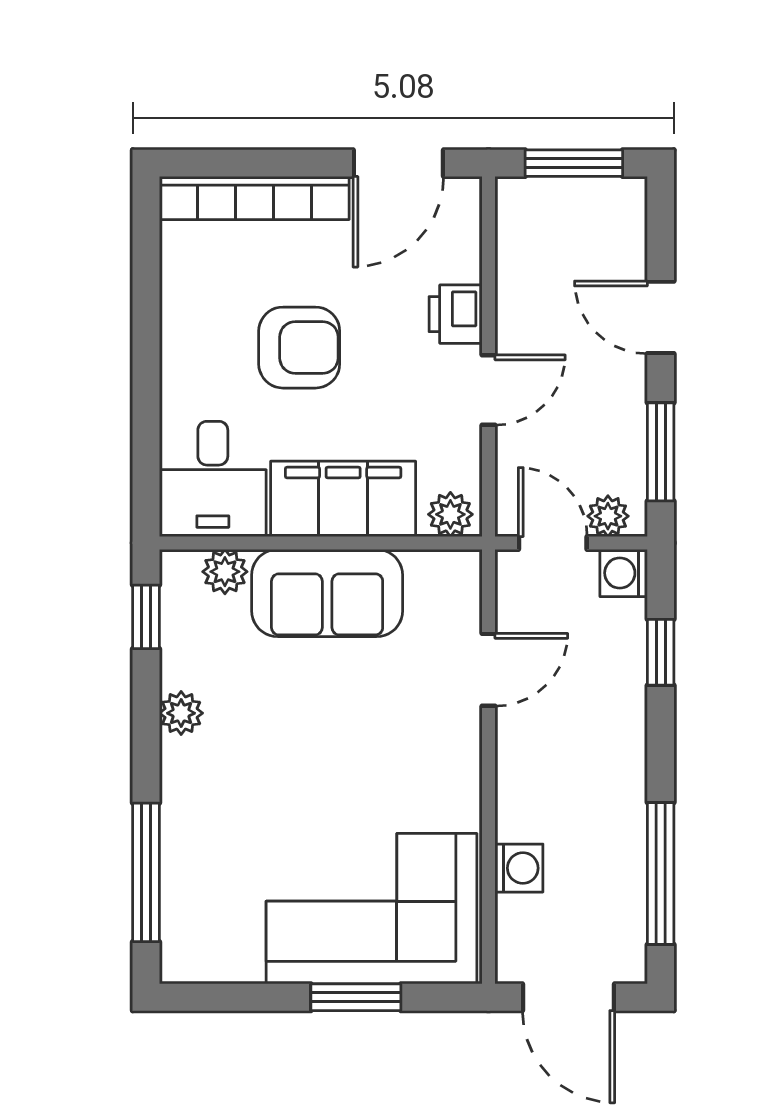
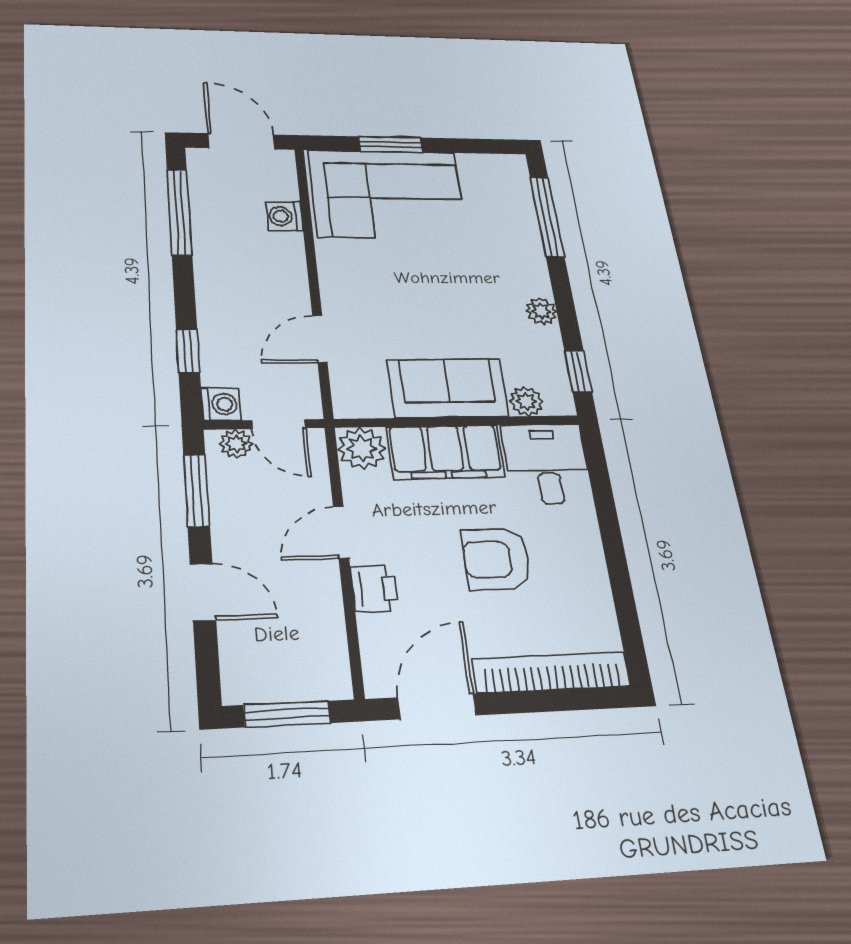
plant: (450, 514) -> (362, 448), width x1.38, depth x1.38

